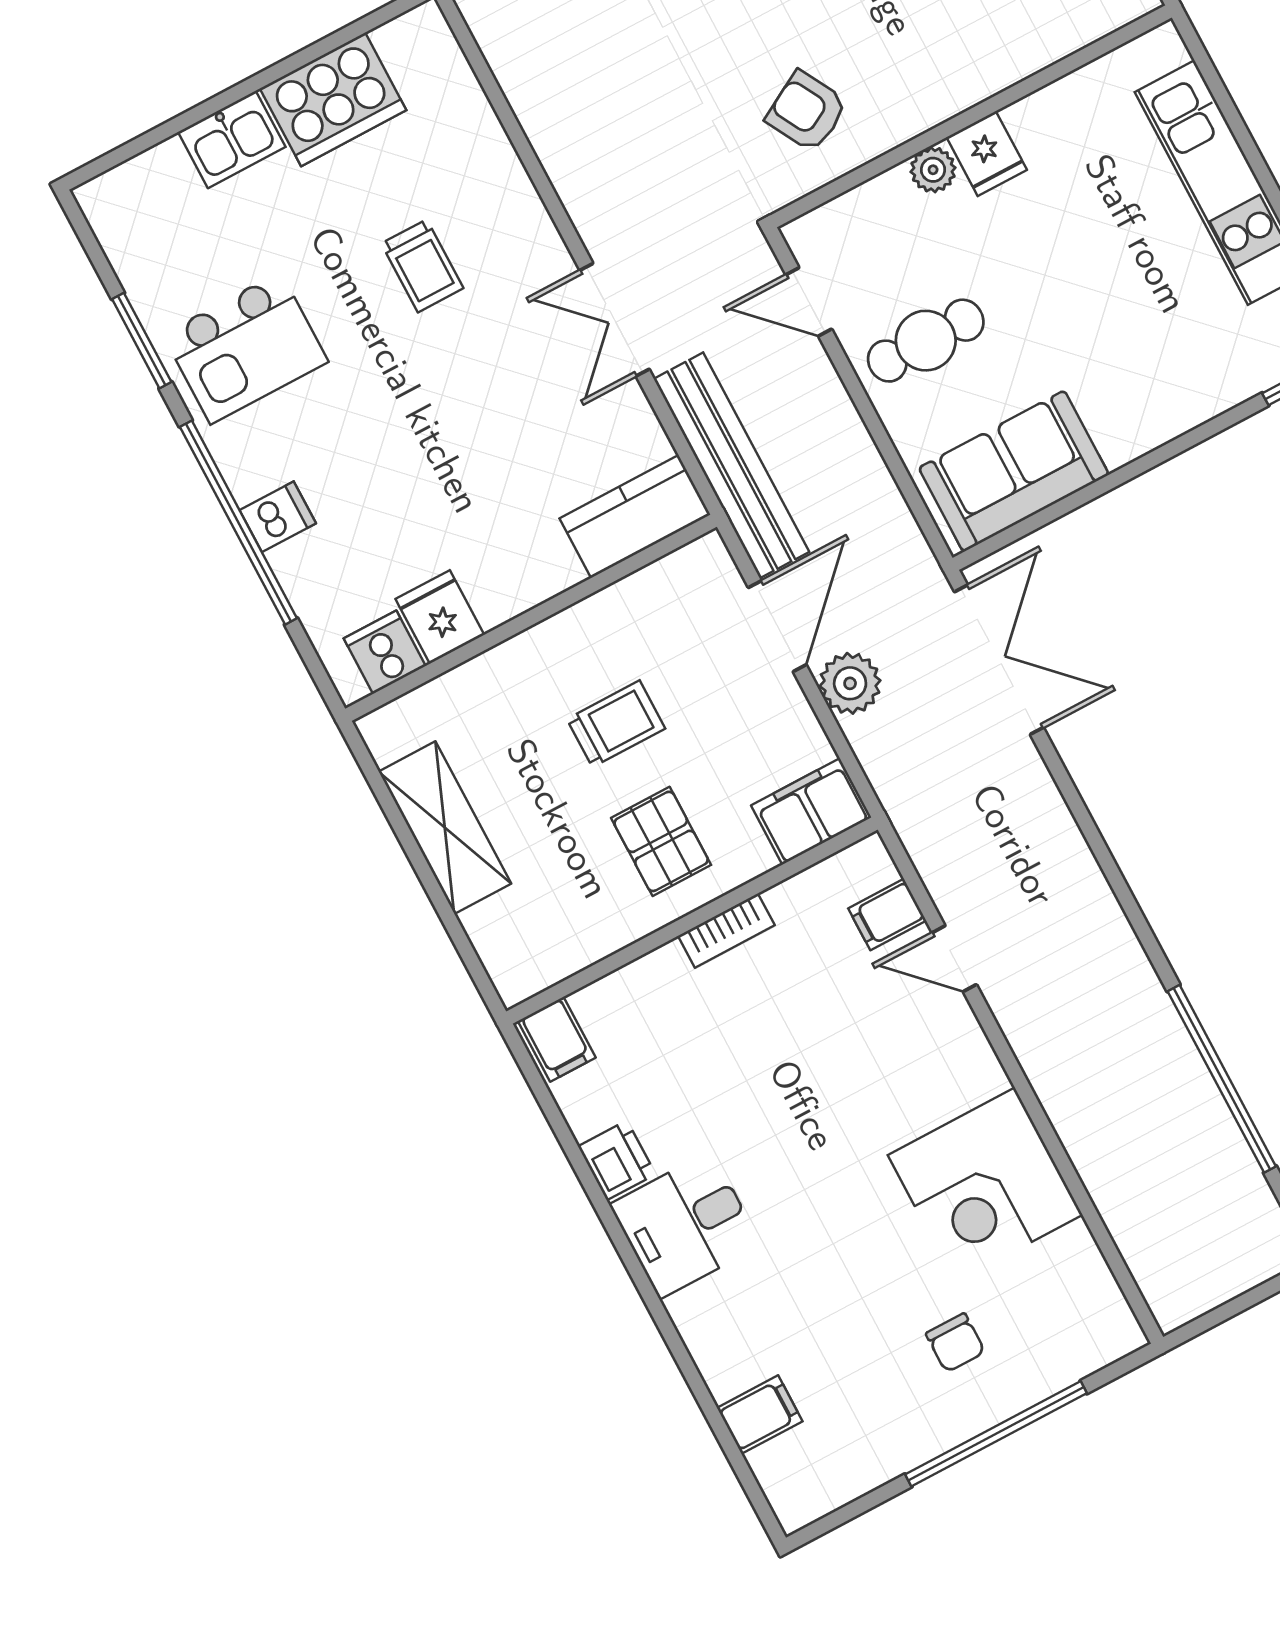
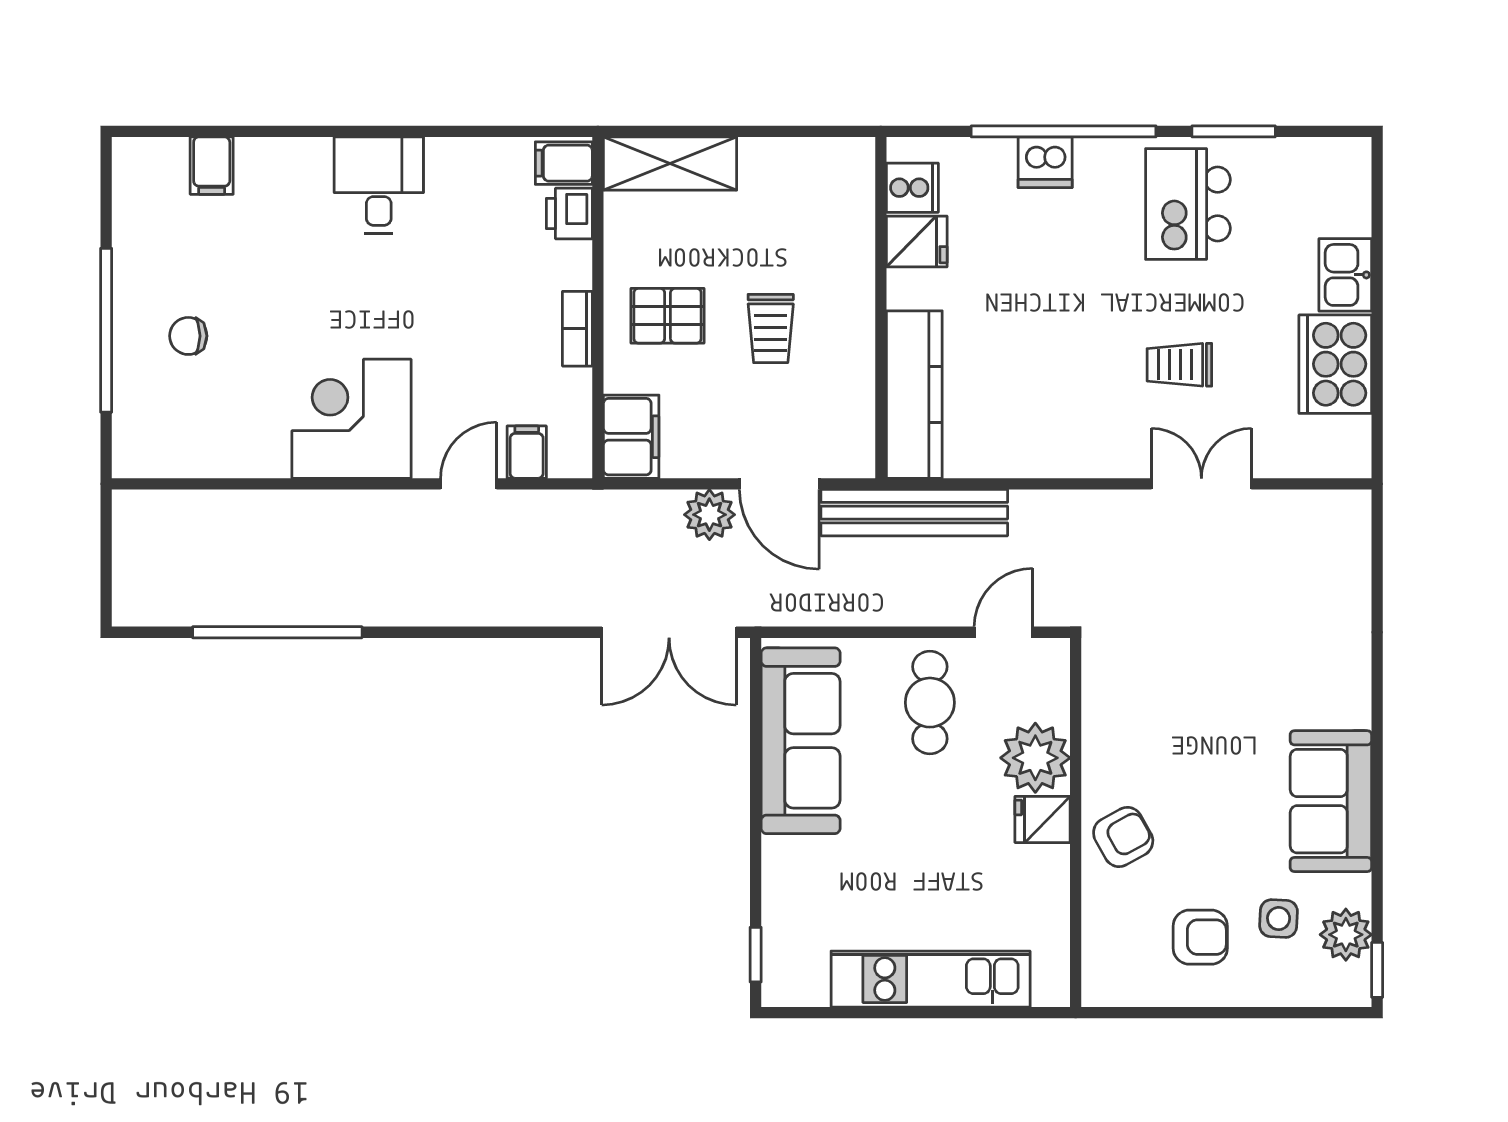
armchair: (807, 111) -> (1123, 837), moved
plant: (933, 170) -> (1035, 758), width x1.87, depth x1.87
double door: (614, 320) -> (1201, 484), moved
sofa: (1014, 471) -> (801, 741), width x1.36
dishwasher: (278, 517) -> (1045, 162), width x1.38
kitchen counter: (635, 517) -> (914, 395), width x1.50
shelving: (445, 828) -> (670, 164), moved
printer: (617, 1160) -> (569, 214), moved, turned 90
corner desk: (985, 1185) -> (351, 419), moved

